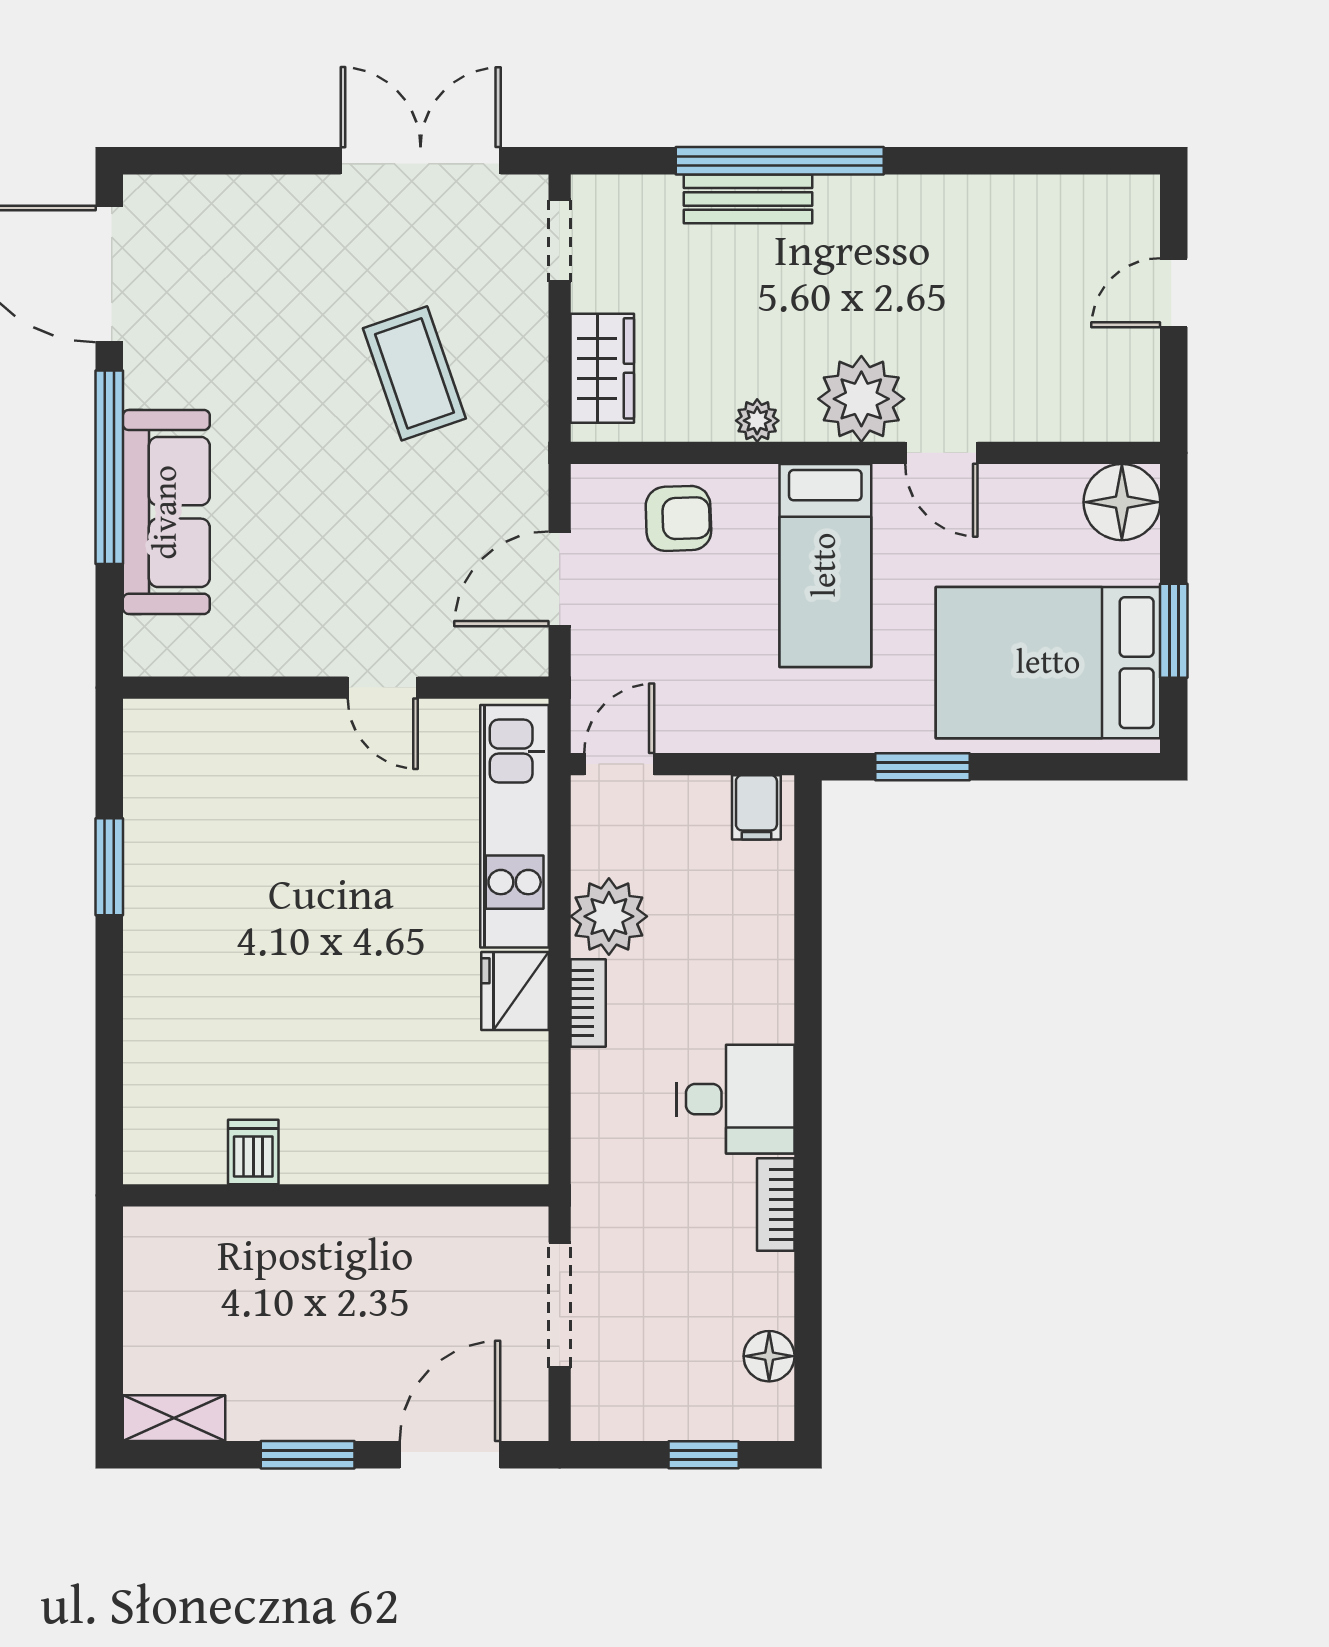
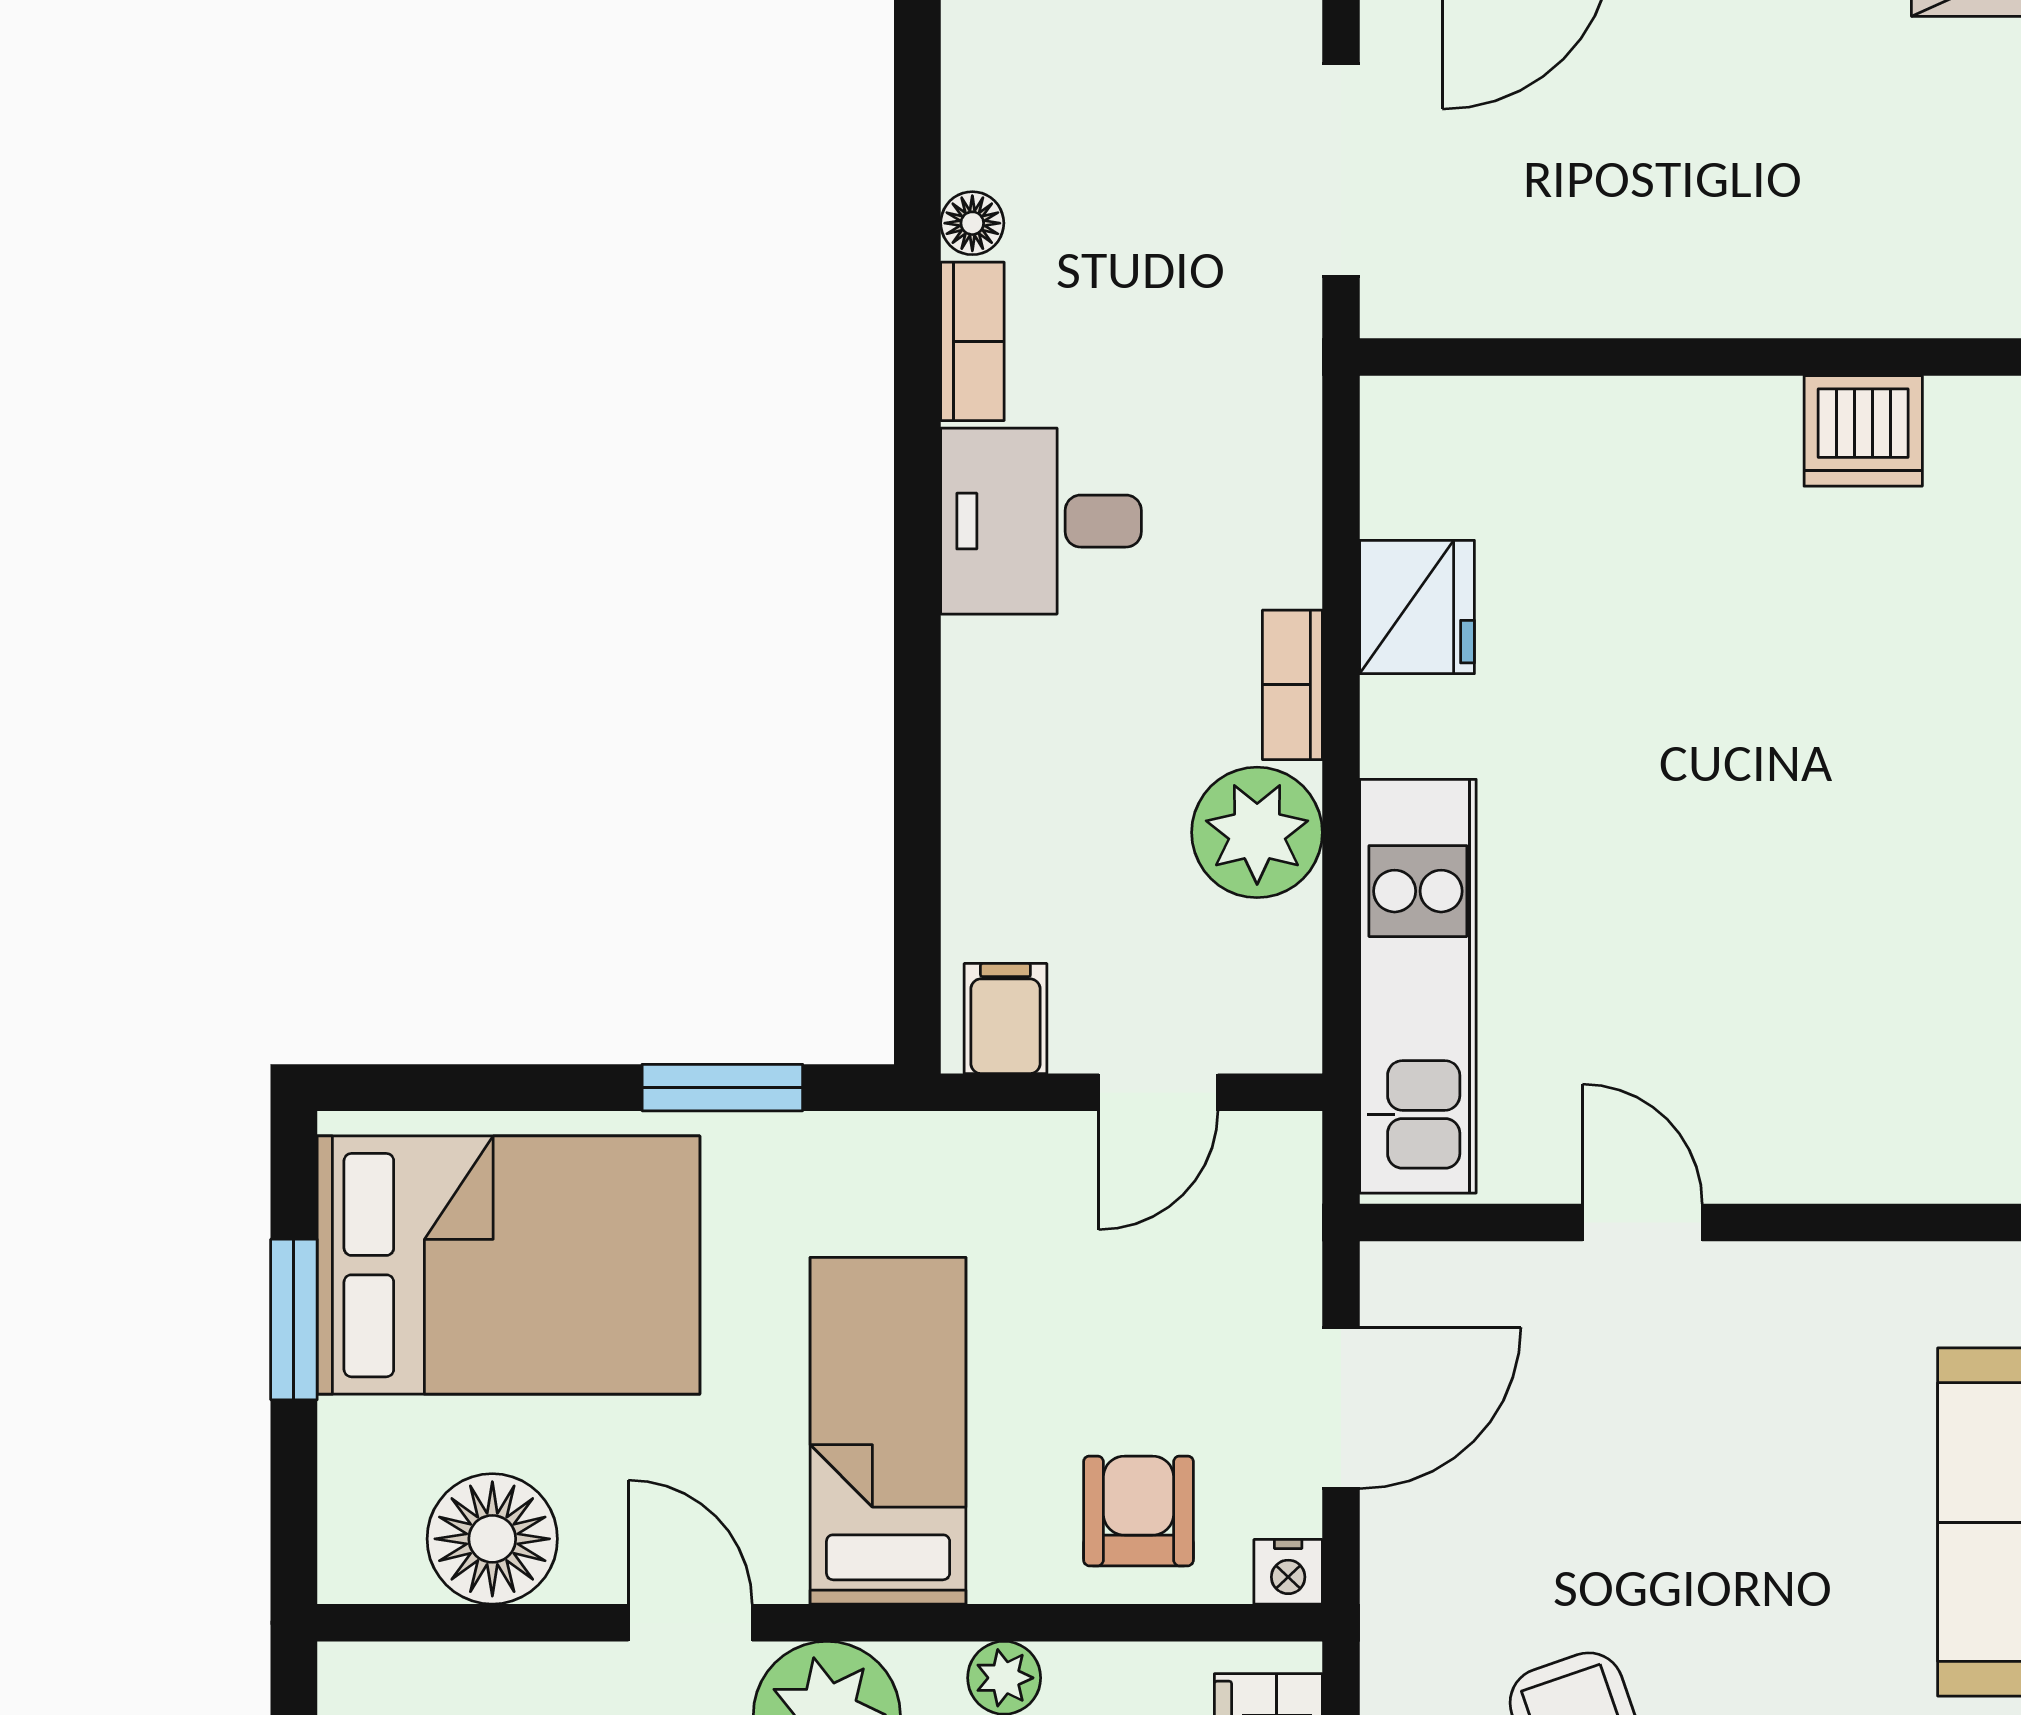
nightstand: (591, 483) -> (1288, 1572), added
floor lamp: (1122, 502) -> (492, 1539), moved
armchair: (678, 518) -> (1138, 1511), turned 92
door: (619, 764) -> (1158, 1092), moved
fridge: (515, 991) -> (1417, 607), moved
dishwasher: (253, 1152) -> (1863, 431), width x1.38
floor lamp: (769, 1356) -> (972, 223), moved, width x0.73, depth x0.73

